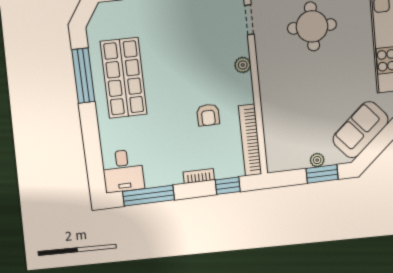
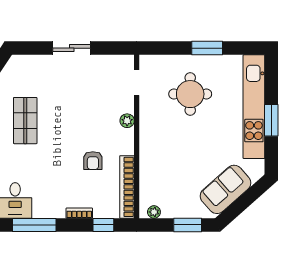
shop shelf: (124, 78) -> (25, 121), width x0.70, depth x0.74
plant: (317, 160) -> (154, 212), moved

